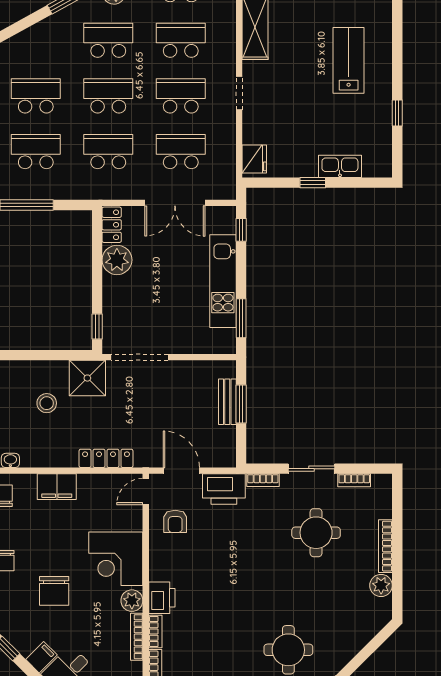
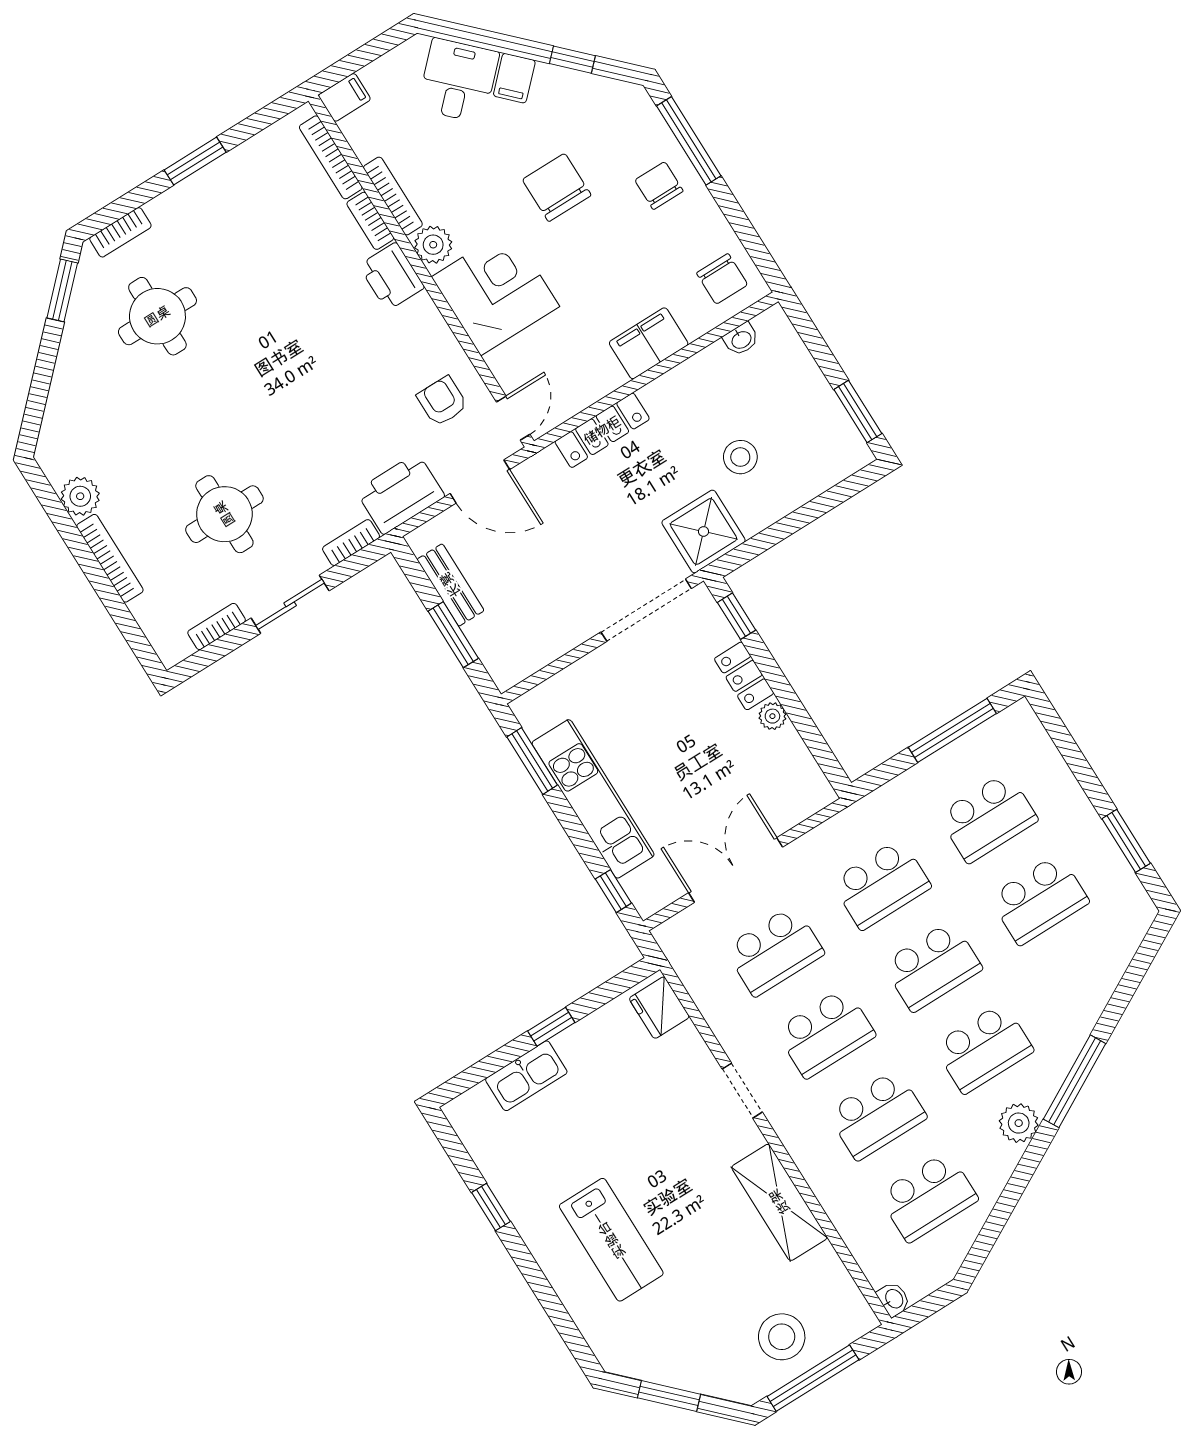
locker: (112, 225) -> (744, 676), moved
plant: (117, 260) -> (772, 716), width x0.53, depth x0.53
bench: (227, 402) -> (450, 585), moved

